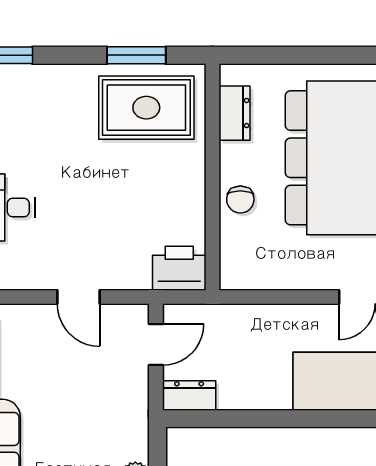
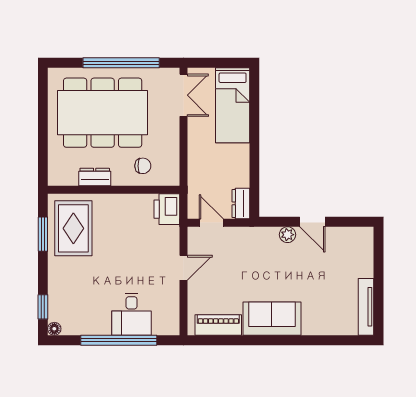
dresser: (235, 113) -> (95, 177), moved
chair: (240, 199) -> (143, 166), moved

